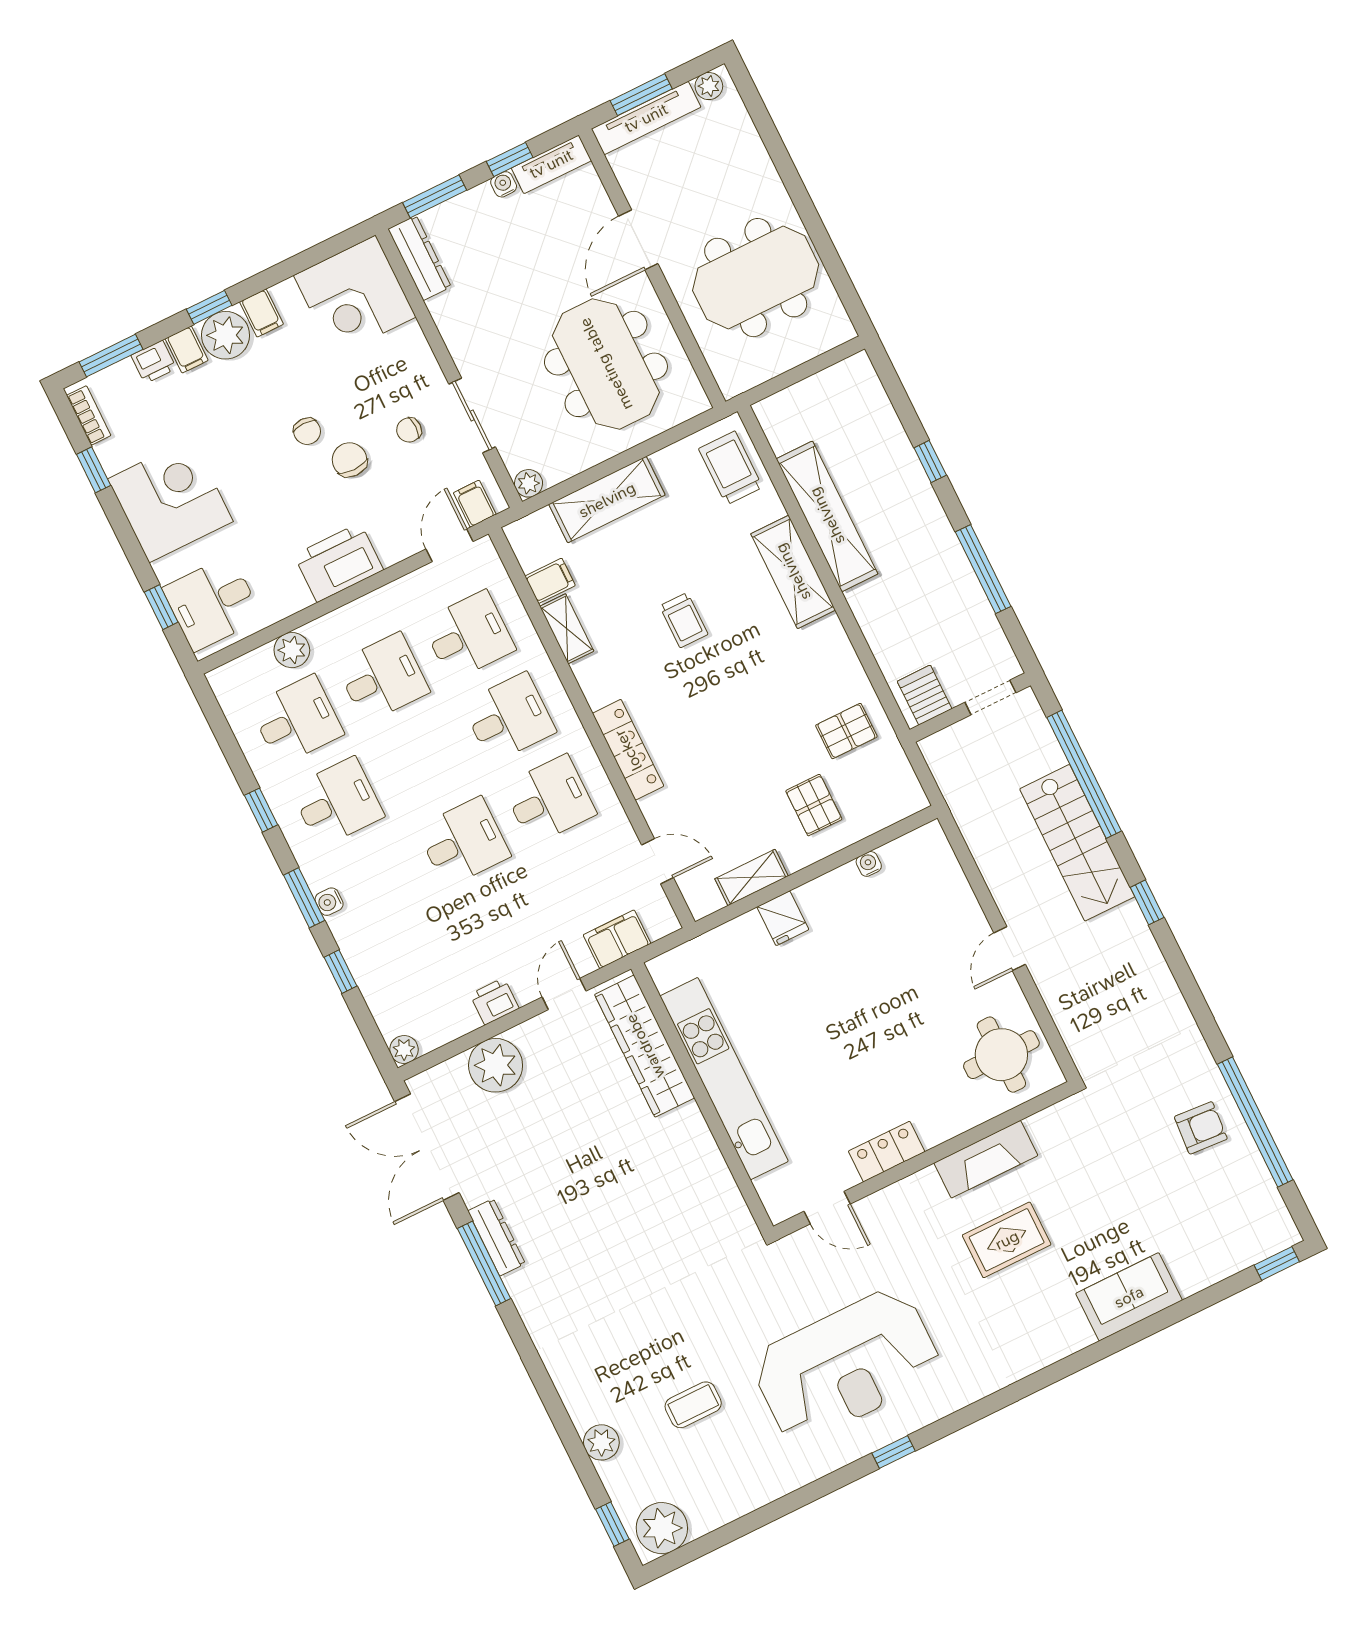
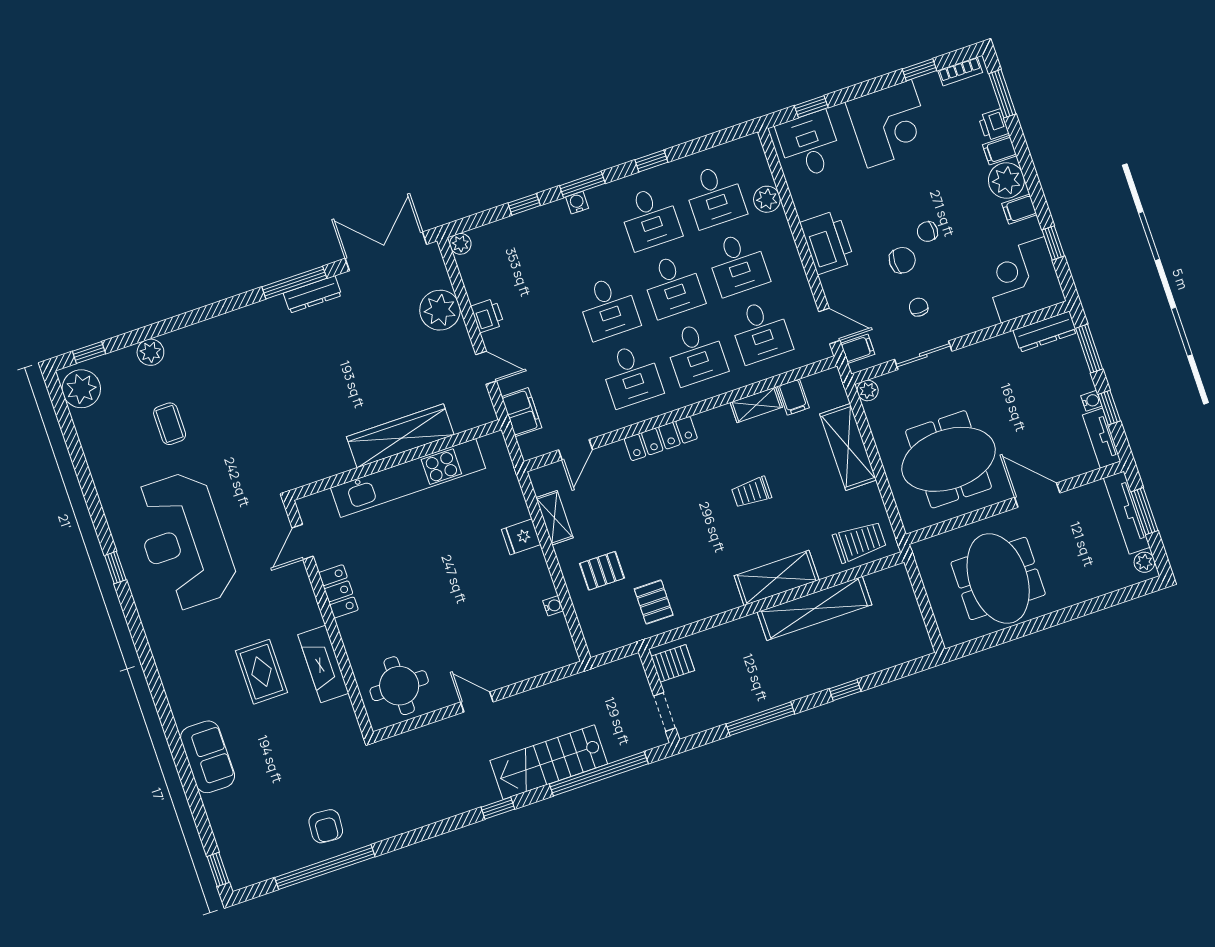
window: (209, 307) -> (1053, 243), moved
desk: (423, 760) -> (673, 286), added
wardrobe: (645, 1046) -> (400, 436), moved

